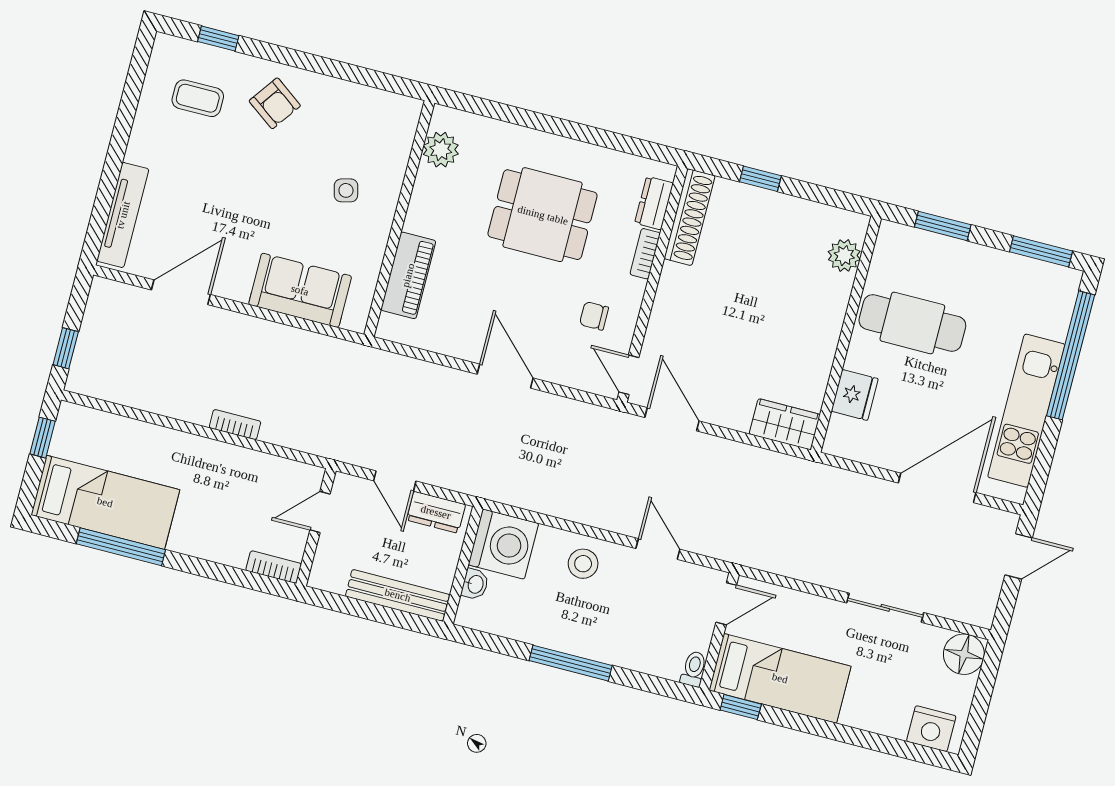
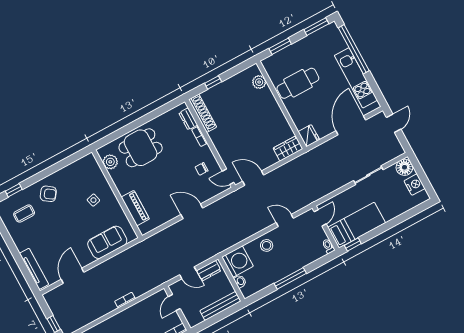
dining table: (543, 215) -> (141, 148), moved
fridge: (855, 395) -> (309, 136), moved
nightstand: (931, 729) -> (415, 185), moved, turned -90

